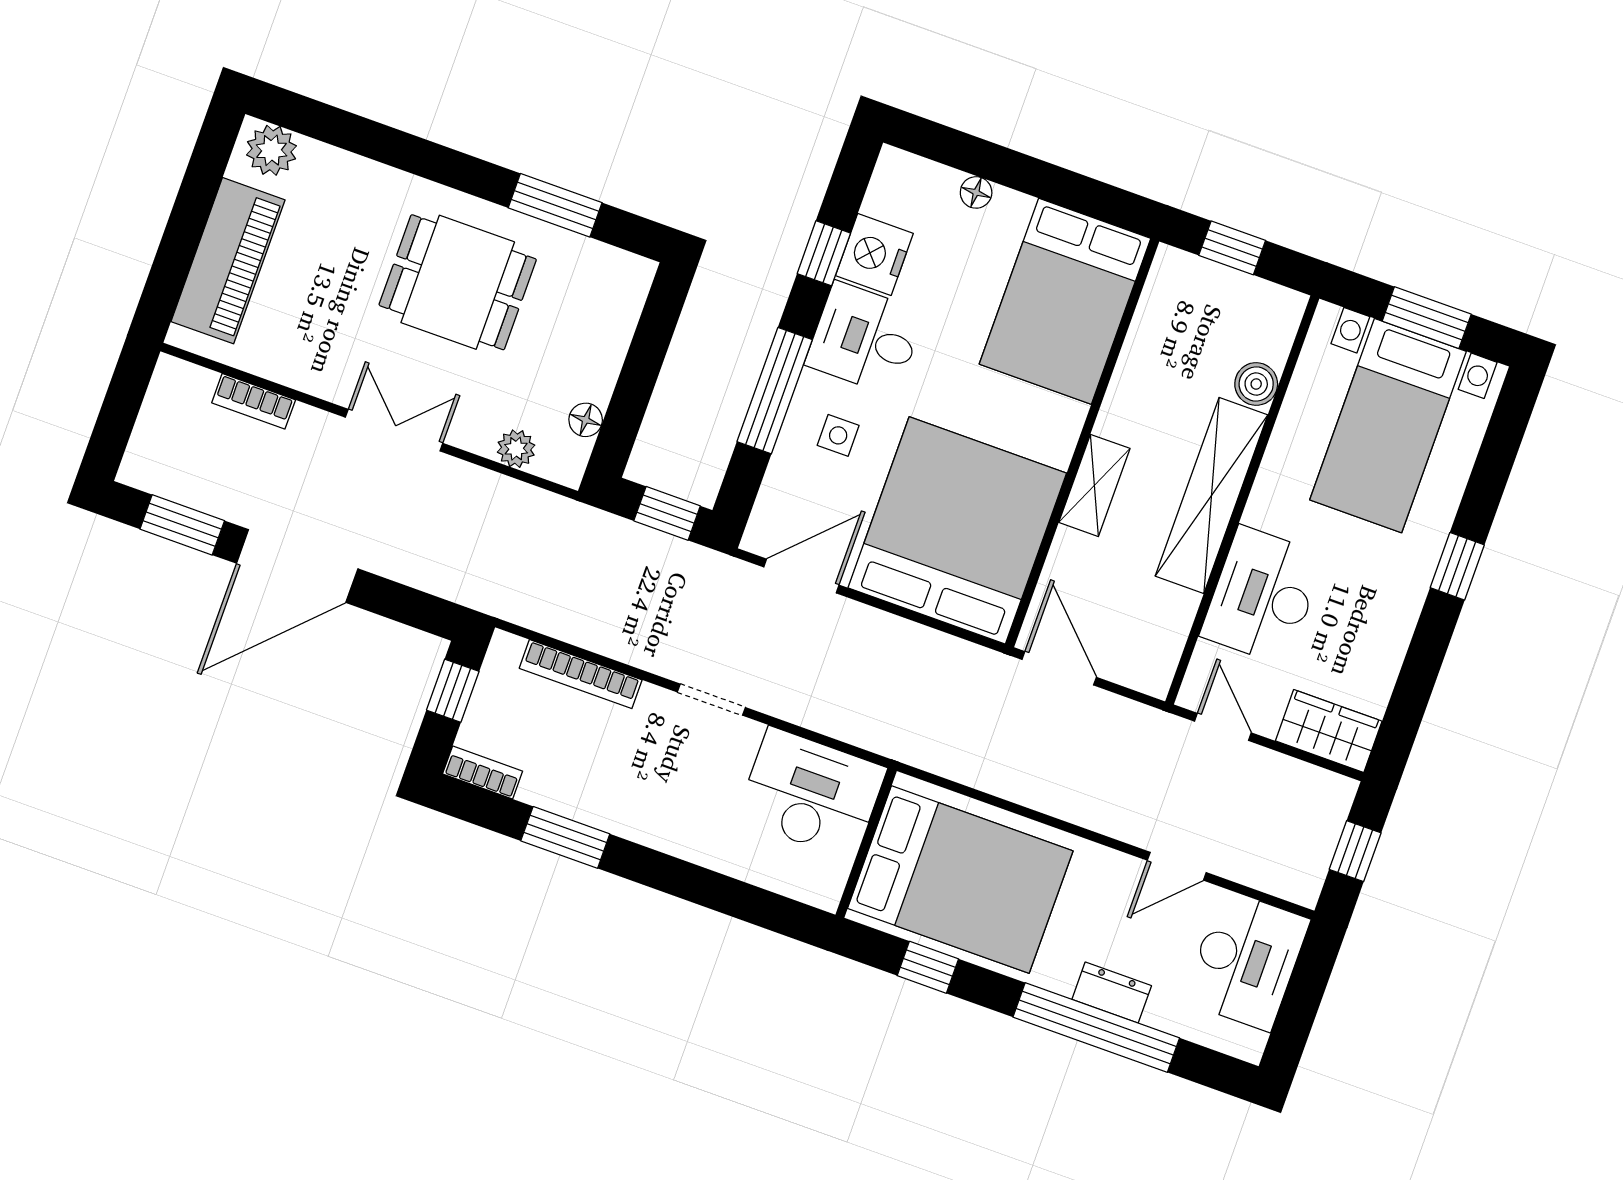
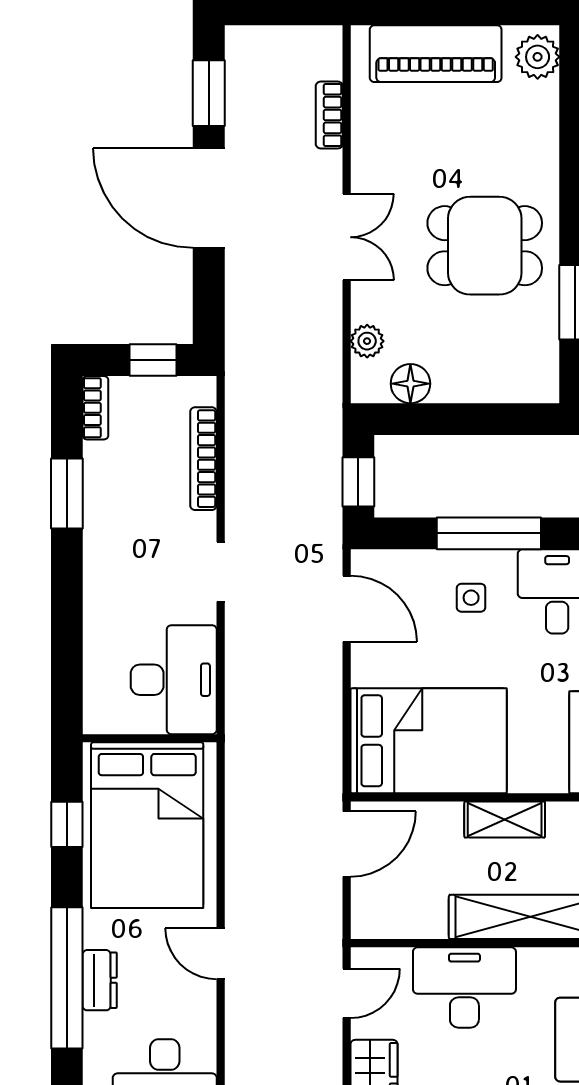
dining table: (458, 282) -> (485, 246), turned 90
floor lamp: (586, 420) -> (410, 384), width x1.37, depth x1.37
bed: (957, 530) -> (429, 741), width x0.73
door: (1177, 866) -> (221, 954), moved

